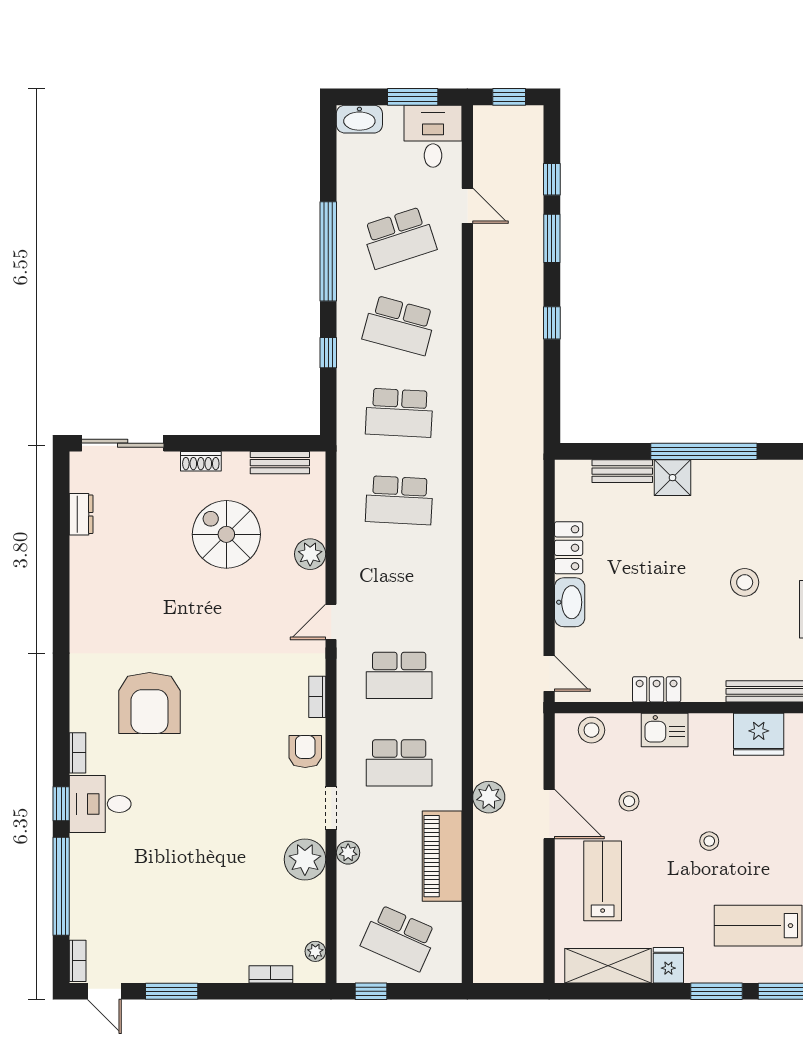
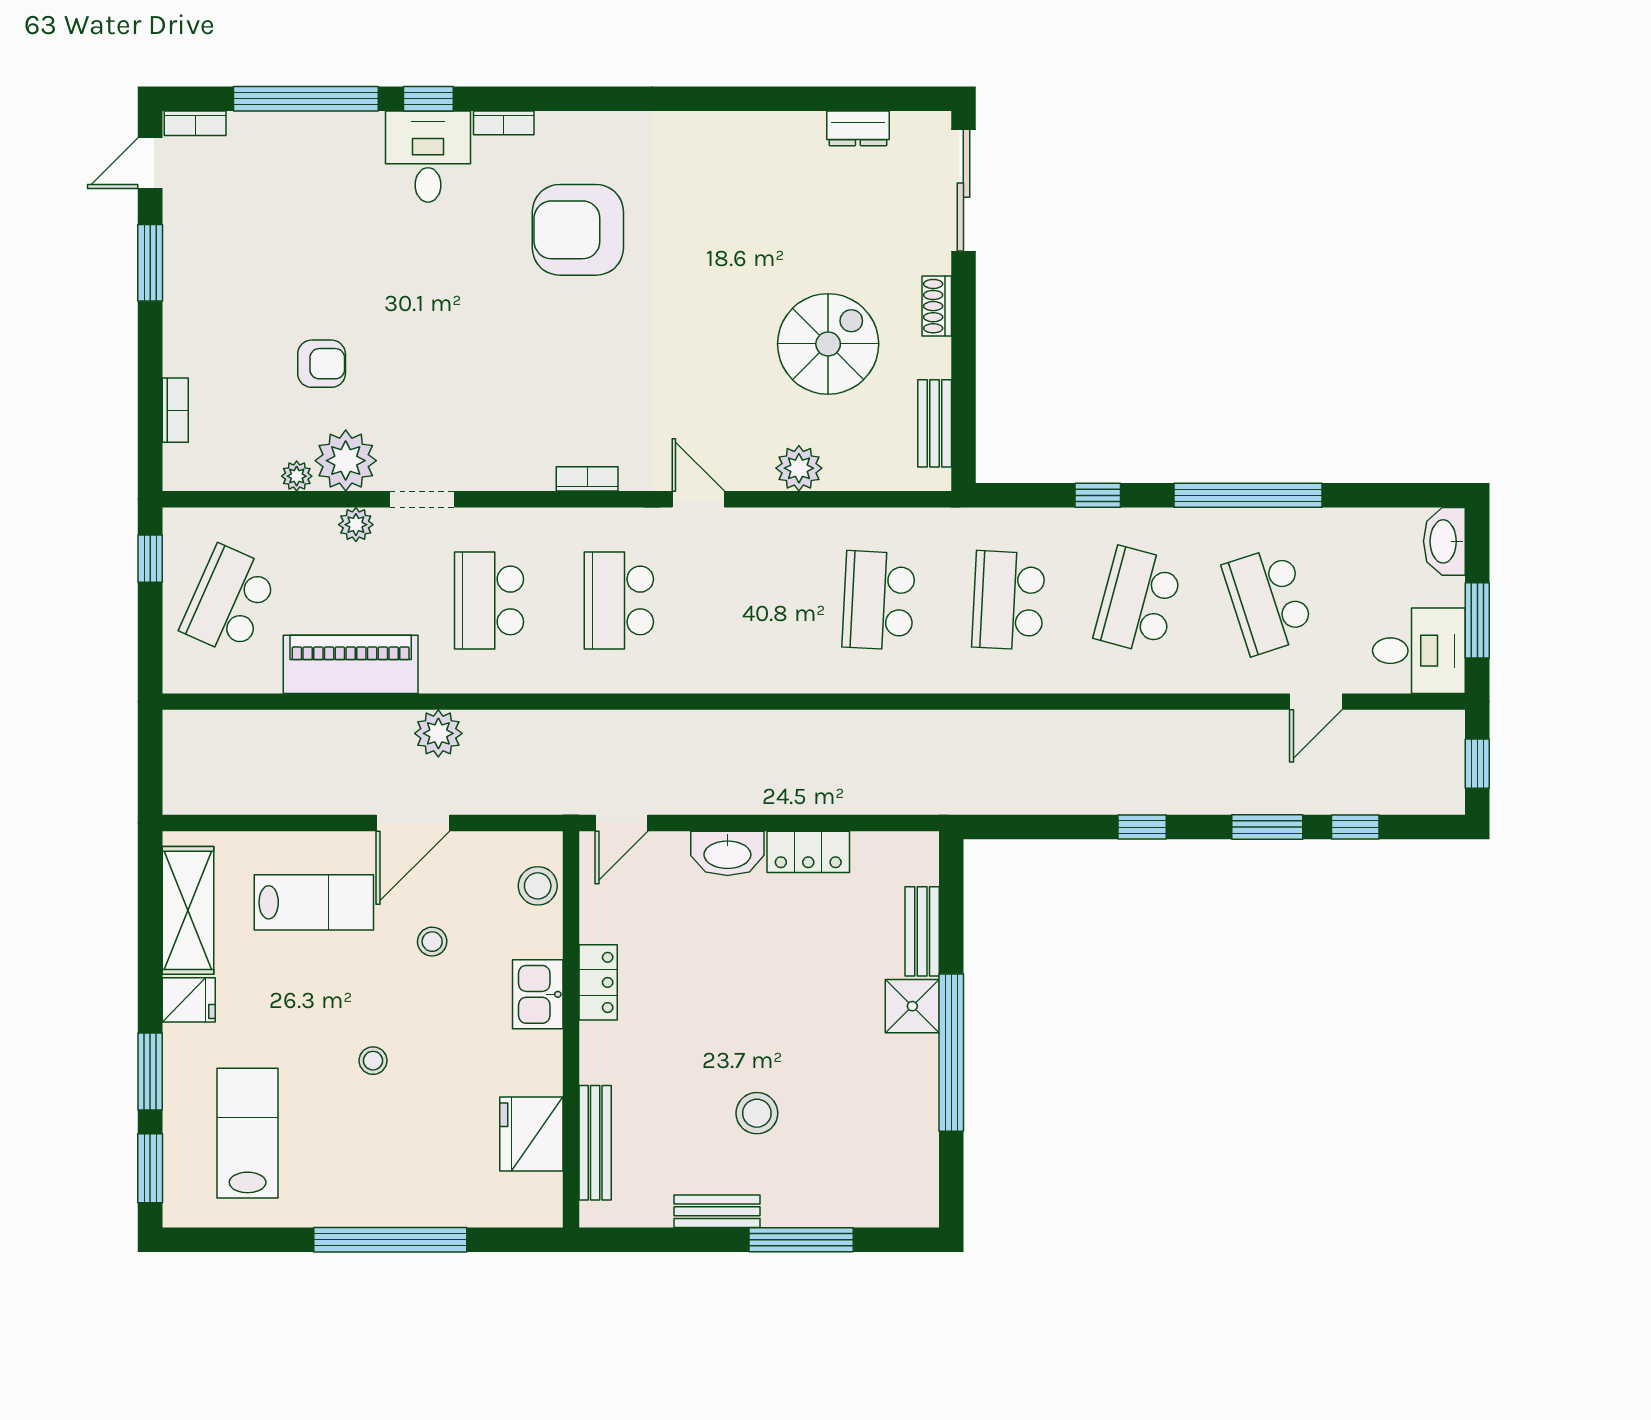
armchair: (305, 751) -> (322, 364), moved
plant: (315, 951) -> (297, 476), moved

